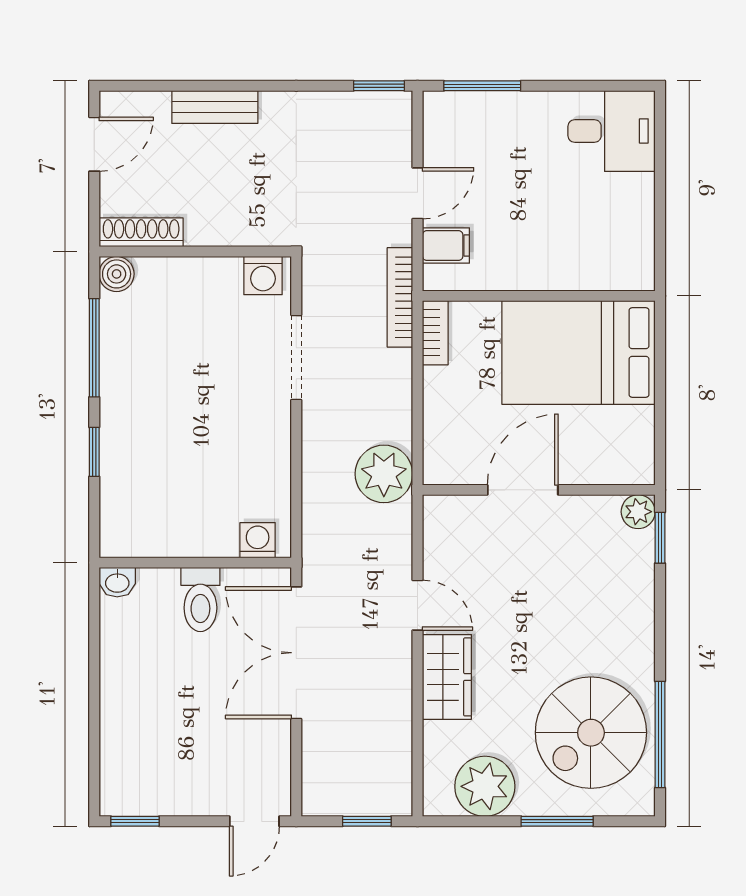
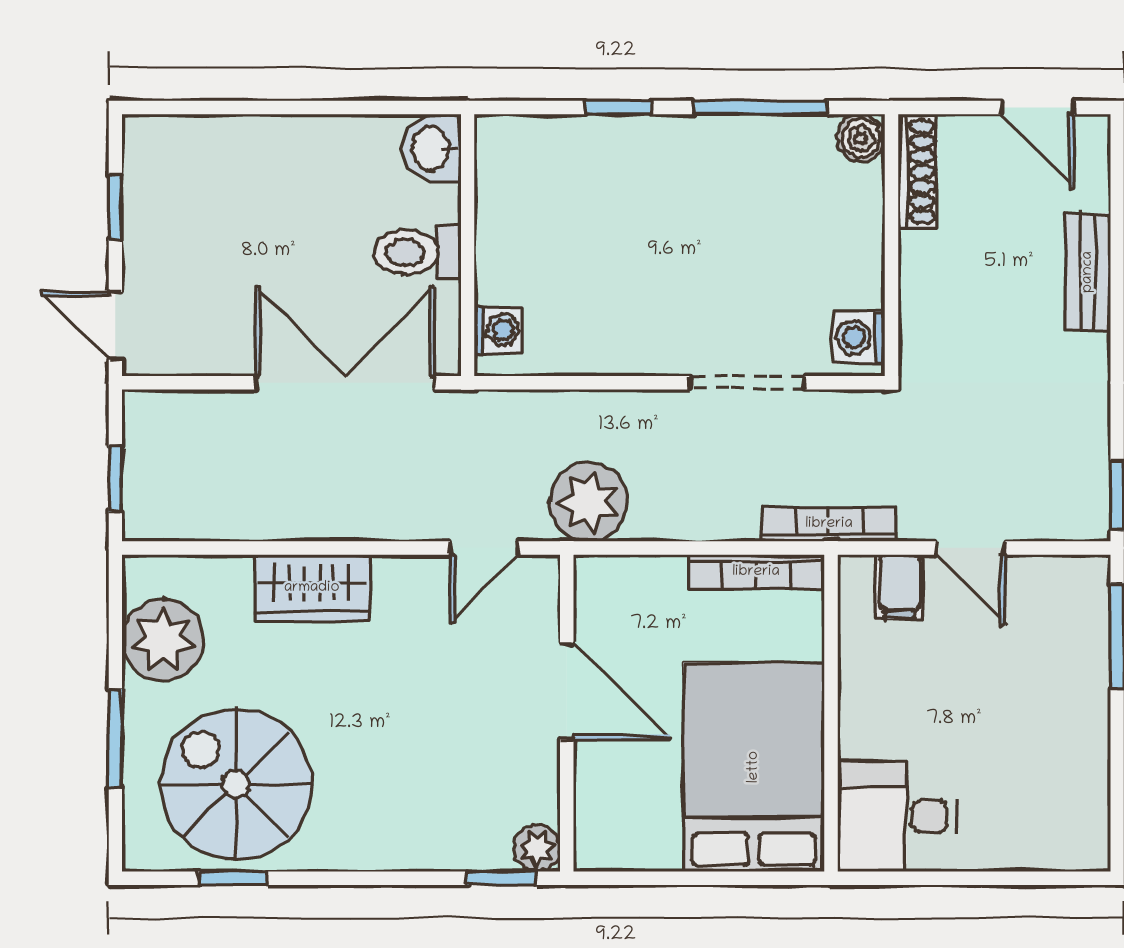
desk: (612, 131) -> (897, 817), moved, turned 90
bookcase: (435, 333) -> (756, 572), width x1.56
washbasin: (117, 582) -> (432, 149), width x1.38, depth x1.45
door: (417, 605) -> (484, 548), moved
window: (660, 734) -> (234, 878), width x0.46
window: (135, 821) -> (115, 207), moved

